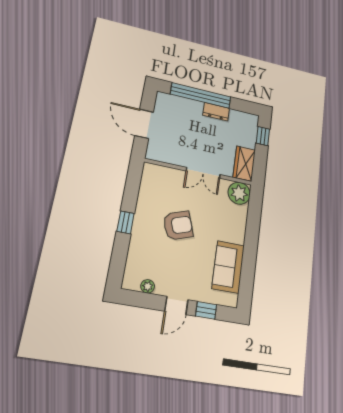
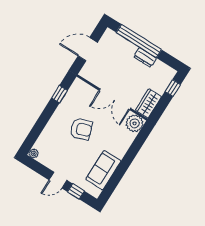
door: (144, 124) -> (88, 49), hinge flipped
double door: (203, 173) -> (115, 99), width x1.37
window: (126, 222) -> (59, 94), moved
plant: (148, 286) -> (34, 154), moved

